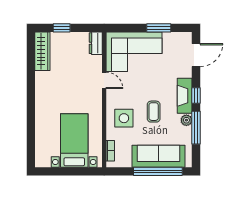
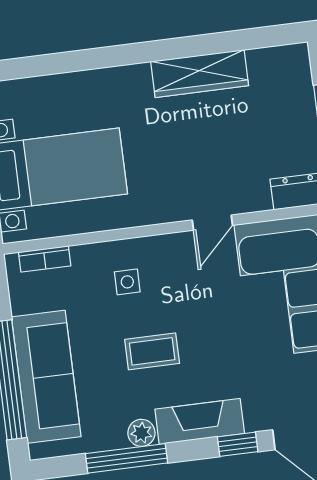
wardrobe: (42, 51) -> (200, 74), moved
window: (196, 96) -> (238, 444), moved
side table: (124, 118) -> (127, 282), width x0.54, depth x0.54

